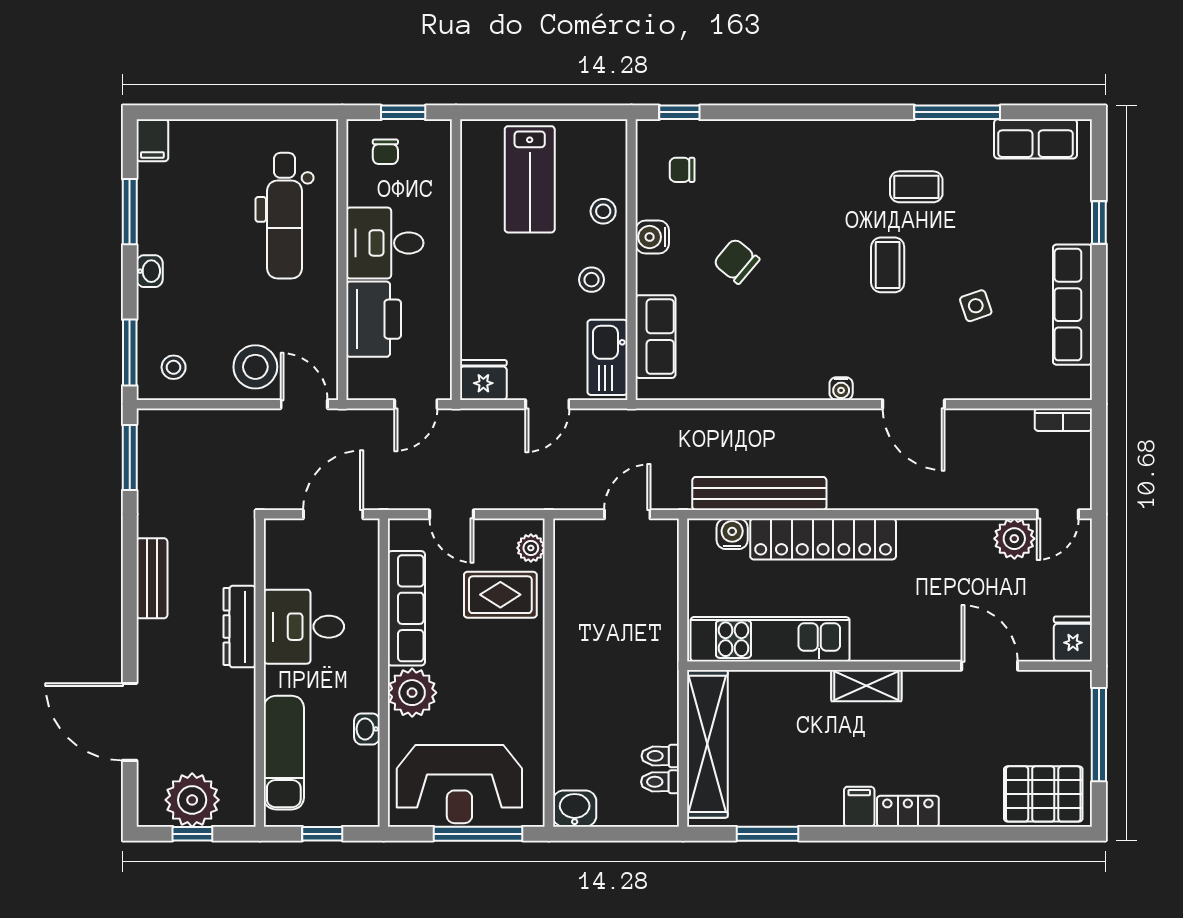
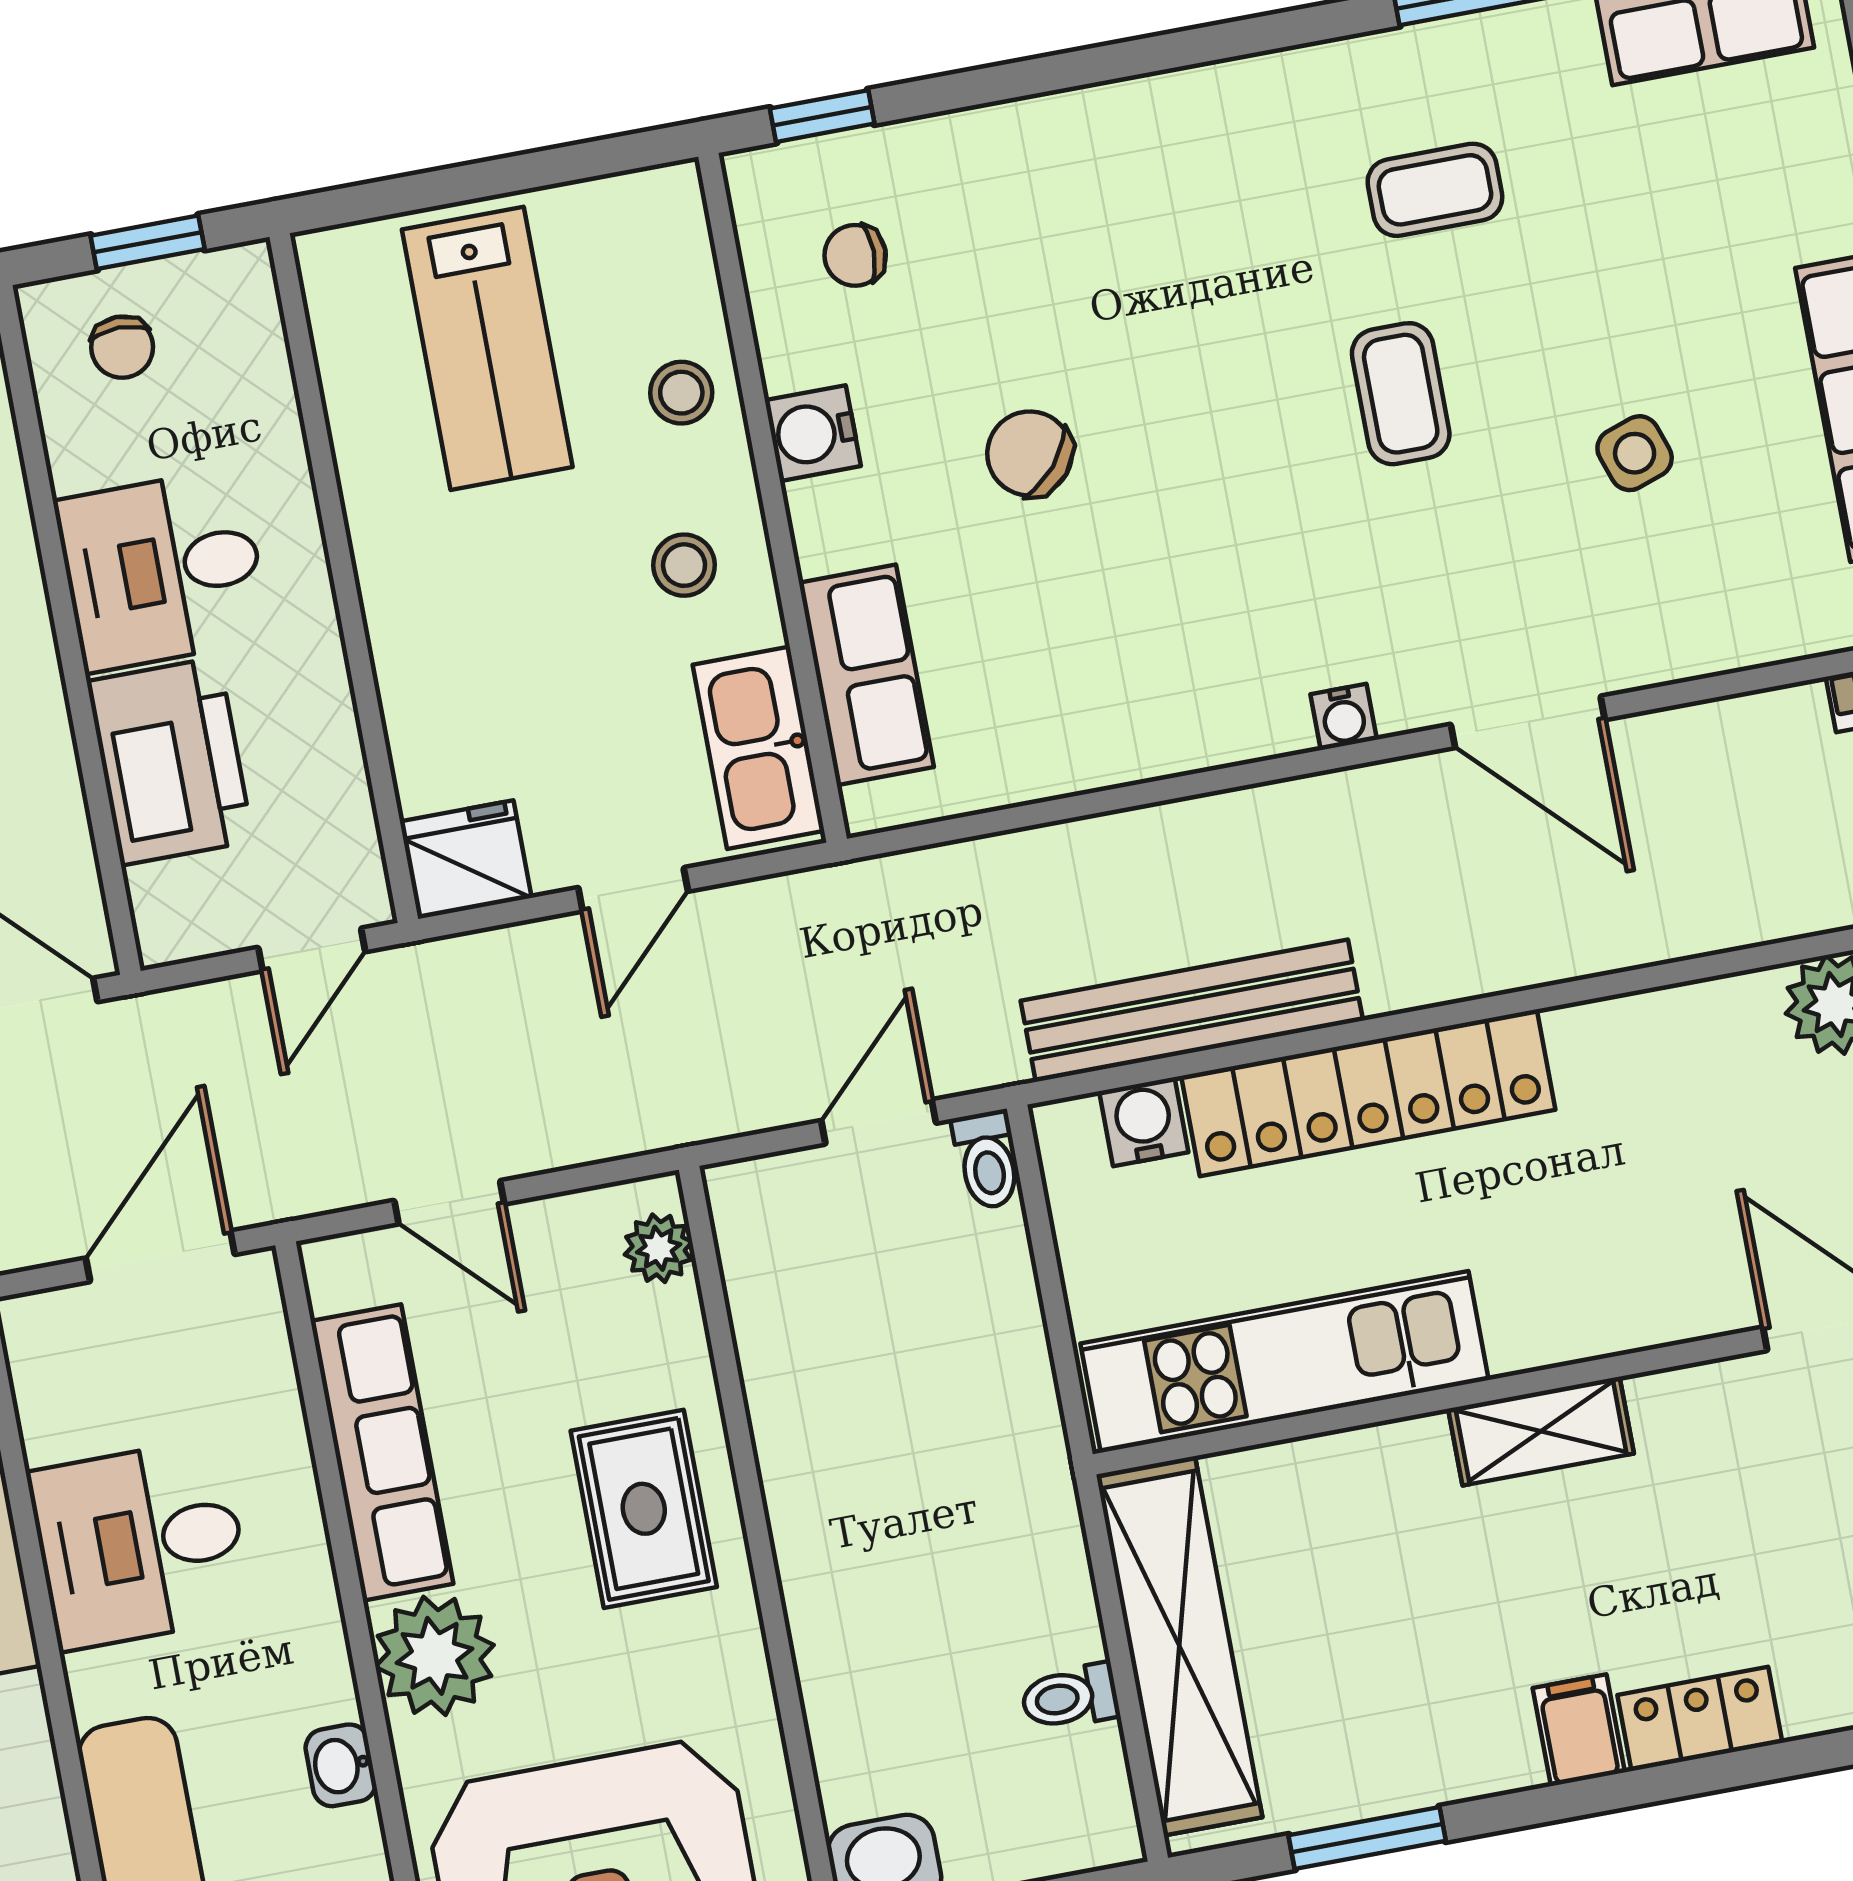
rug: (500, 595) -> (644, 1509), moved, turned 90
toilet: (660, 782) -> (987, 1160), moved, turned -90

